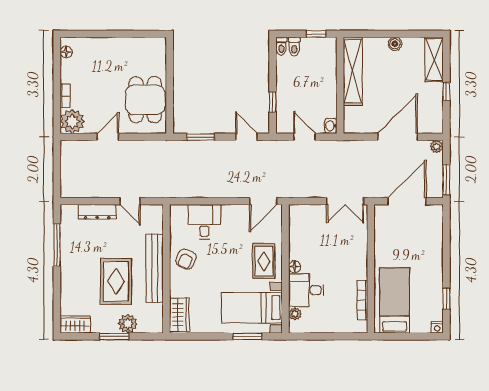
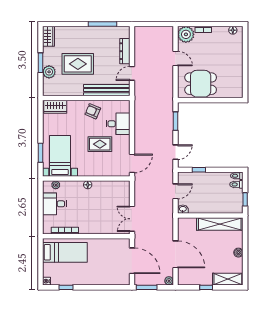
door: (263, 201) -> (132, 163), swing flipped
rug: (264, 261) -> (100, 144), moved
bench: (155, 268) -> (107, 90), moved
desk: (306, 290) -> (55, 204), moved, turned -90

